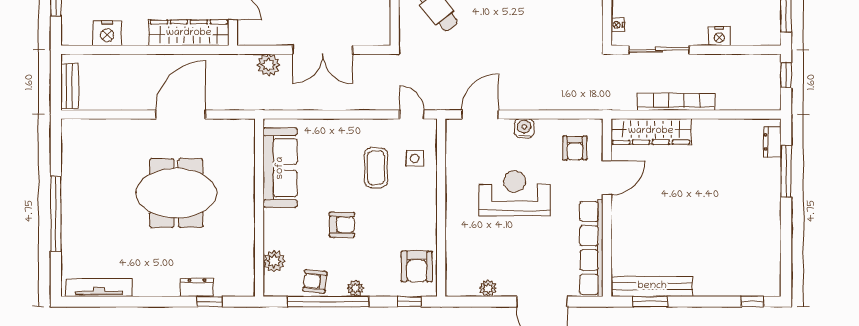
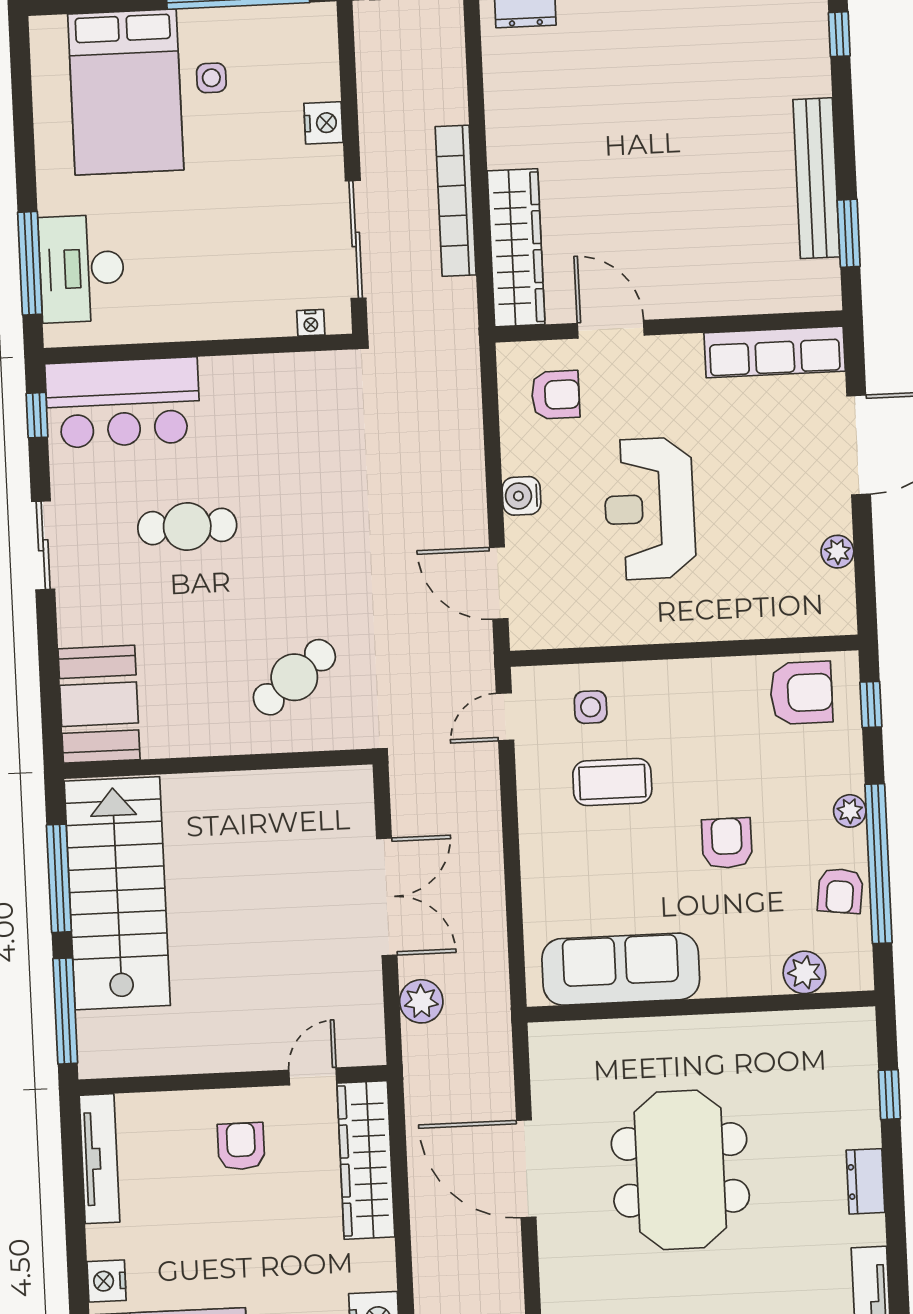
row of seats: (591, 248) -> (775, 352), width x0.73
bench: (652, 286) -> (816, 178), moved
dresser: (197, 287) -> (866, 1181), moved

